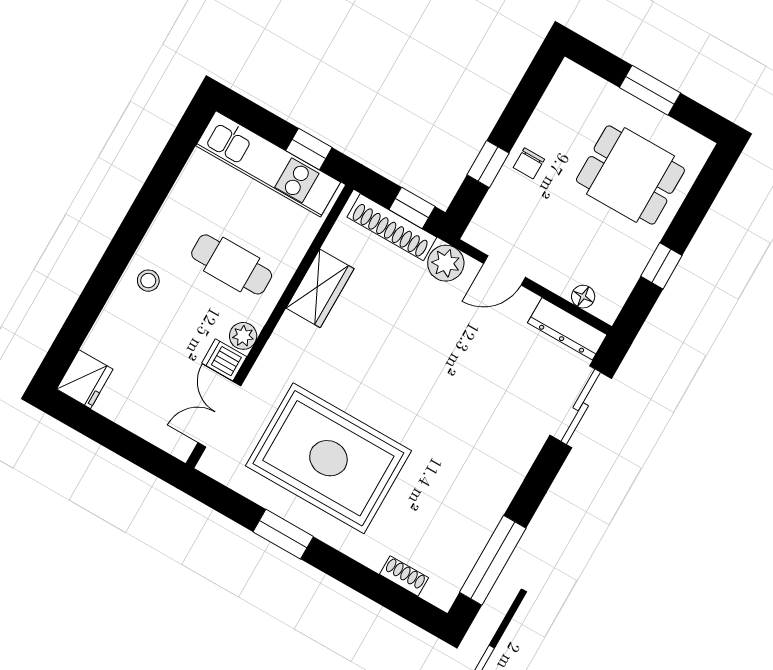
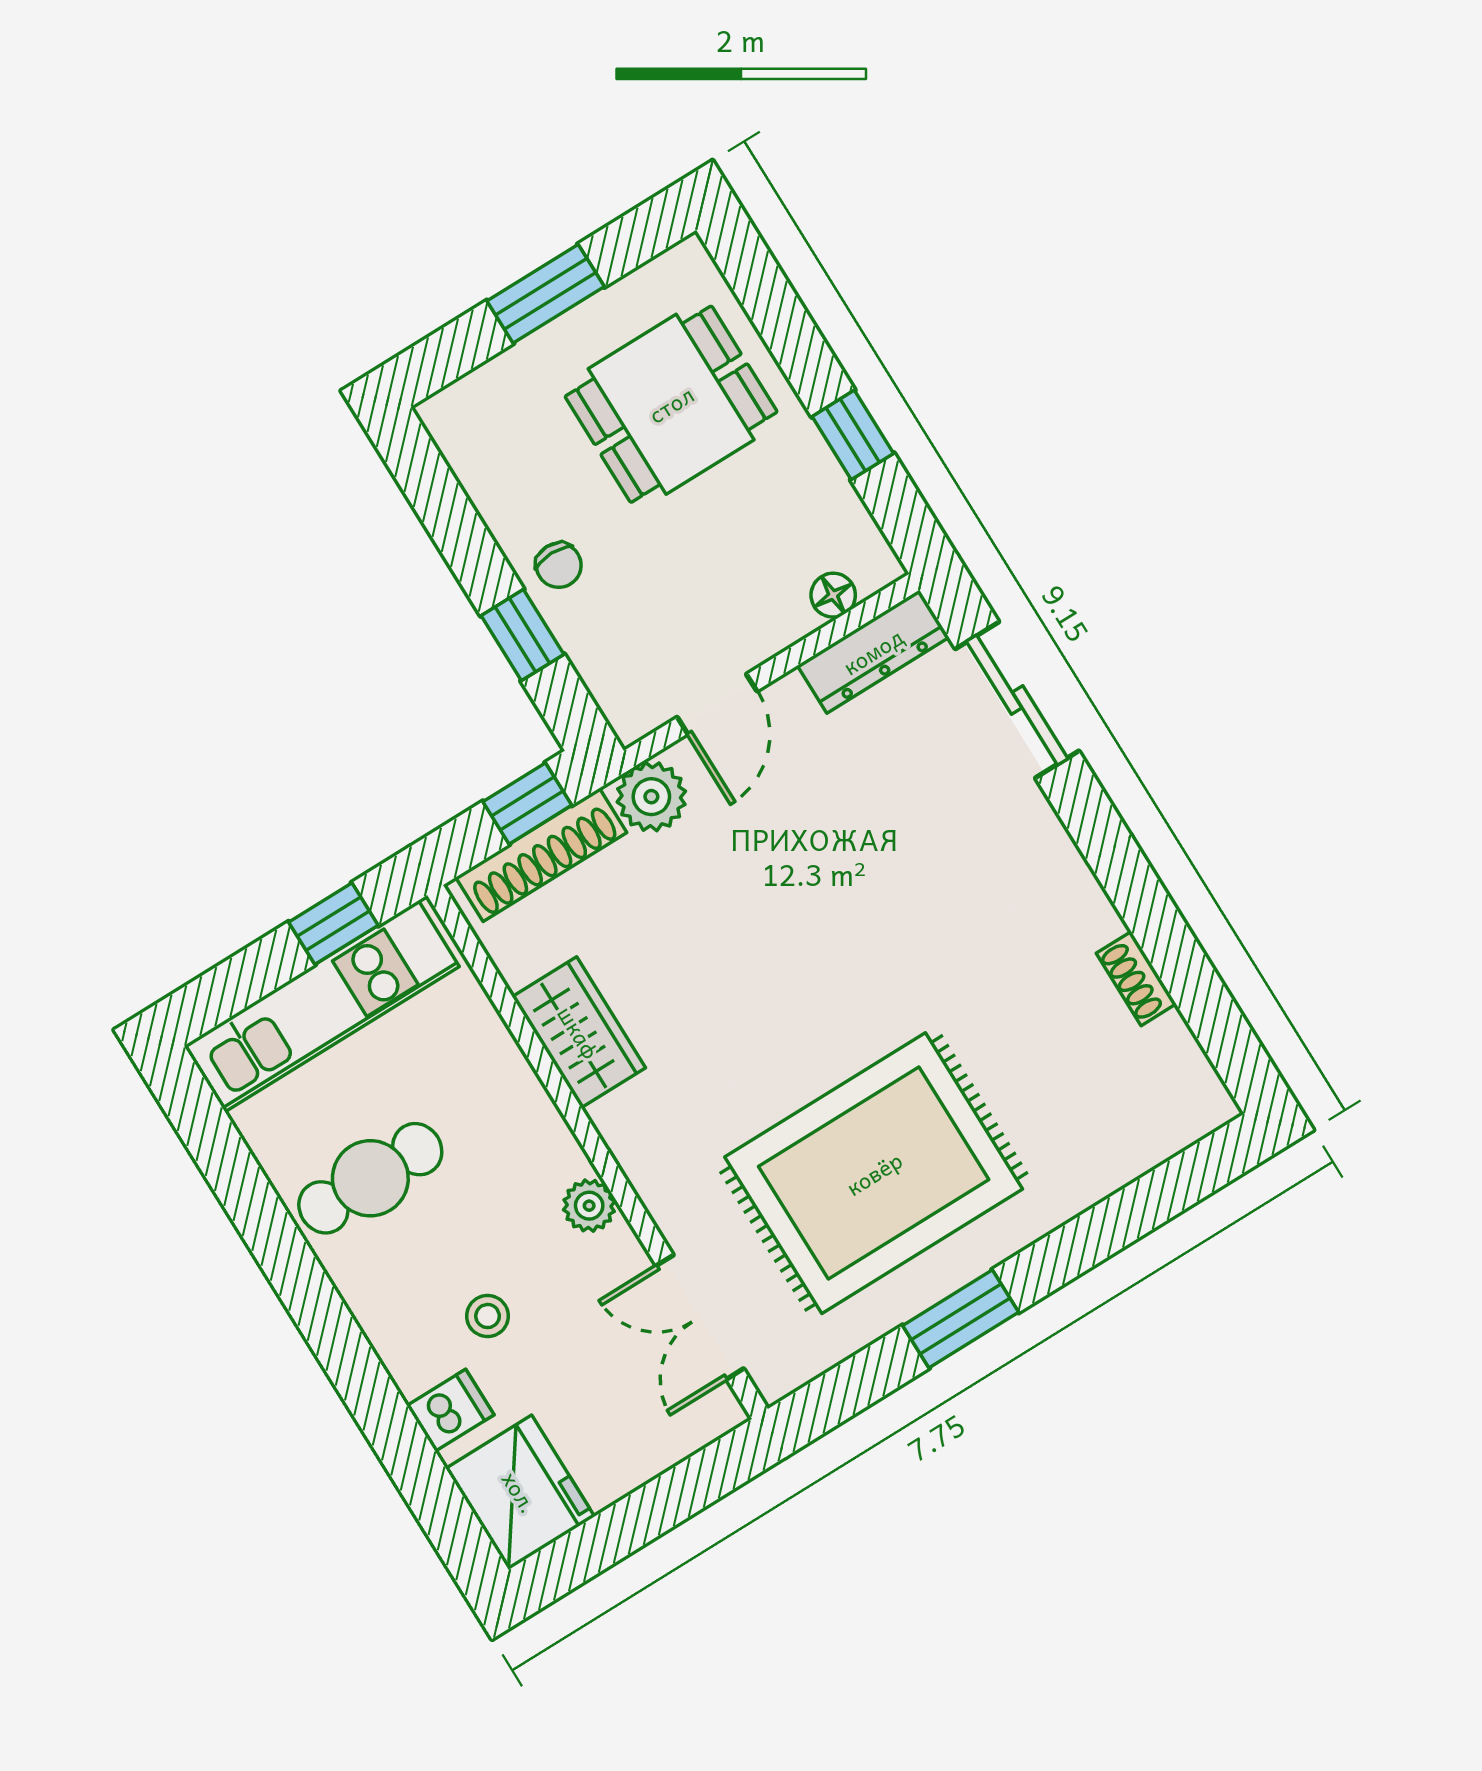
cafe table: (232, 264) -> (370, 1178), moved
stool: (148, 281) -> (488, 1316), moved
dishwasher: (224, 360) -> (450, 1410), moved, turned 180
fridge: (85, 379) -> (520, 1492), width x1.36, depth x1.34
window: (493, 560) -> (1196, 989), removed
shoe rack: (404, 576) -> (1136, 979), moved, turned -90

